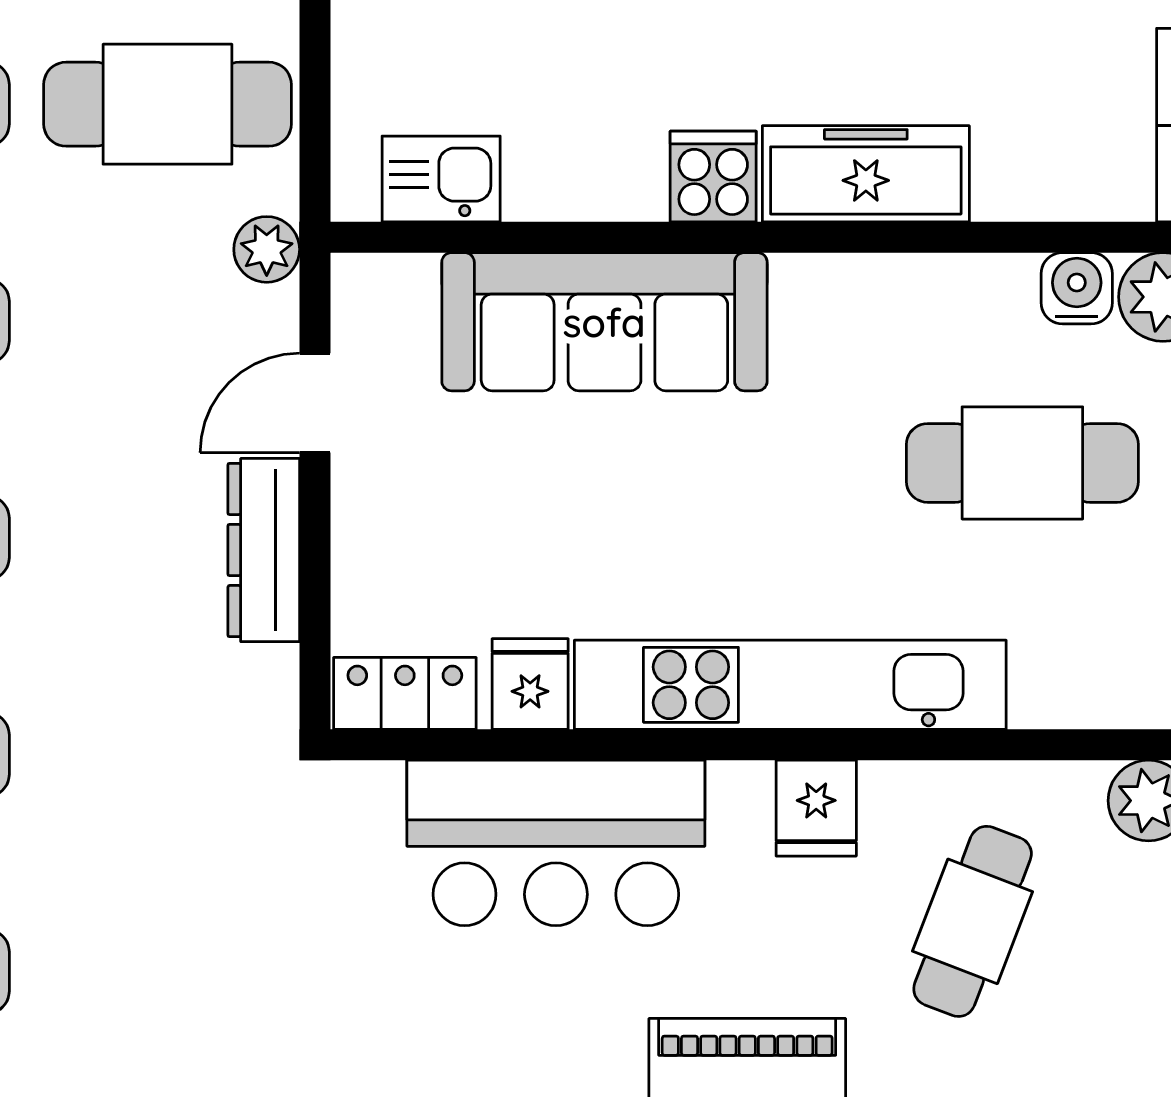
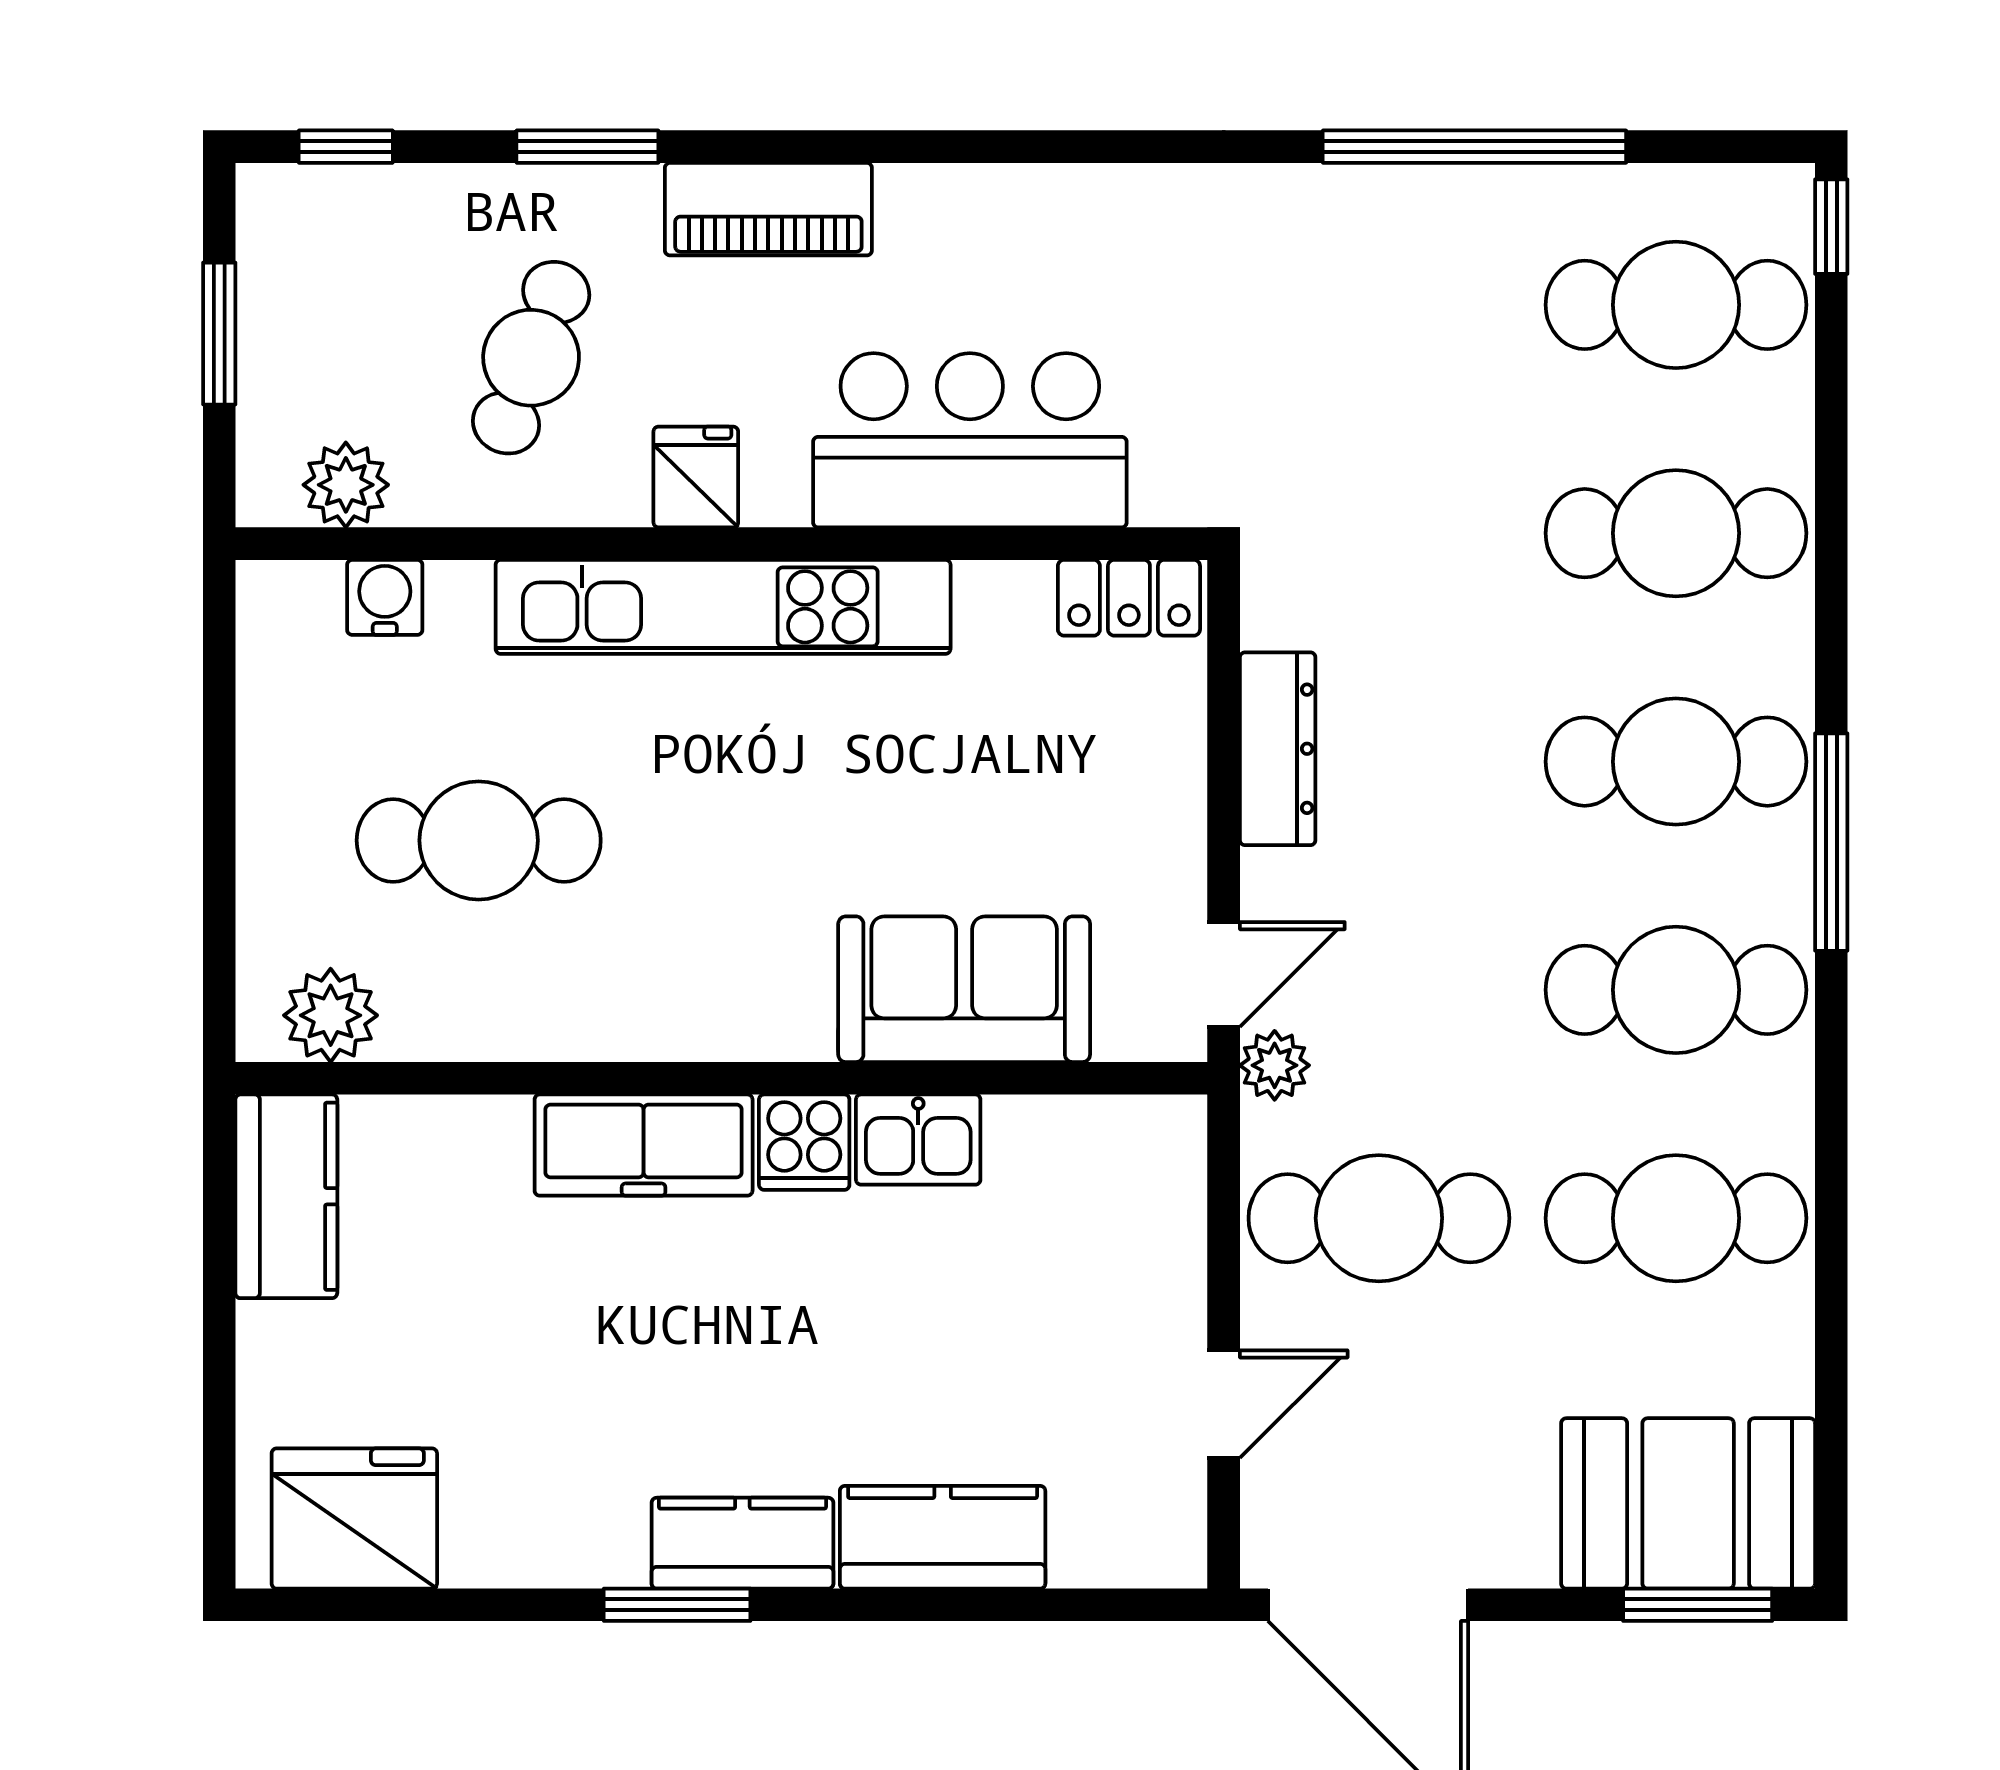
kitchen sink: (441, 179) -> (918, 1140), moved
water cooler: (1077, 288) -> (385, 597), moved, turned 180
sofa: (604, 322) -> (964, 989), width x0.73
door: (315, 403) -> (1224, 974), moved
fridge: (530, 684) -> (997, 608), removed

